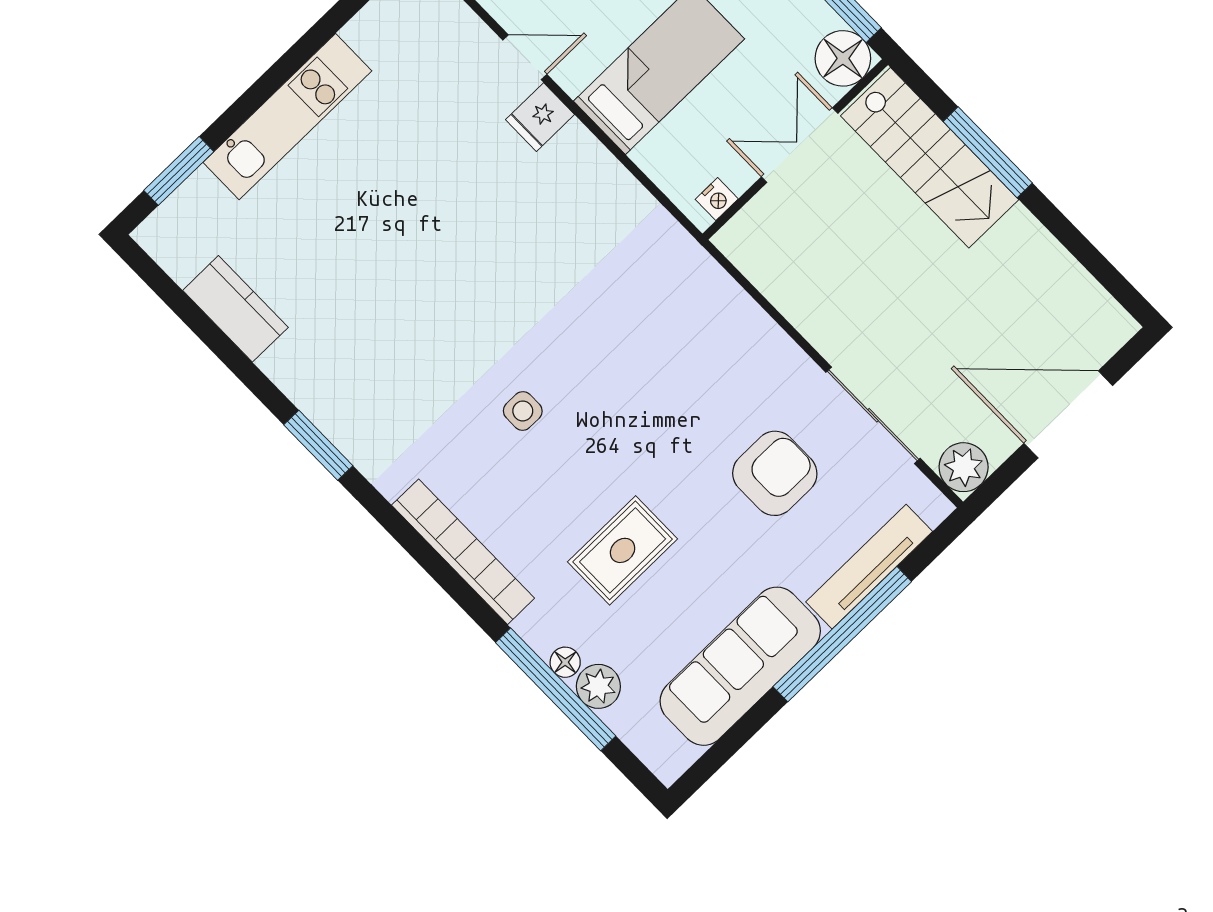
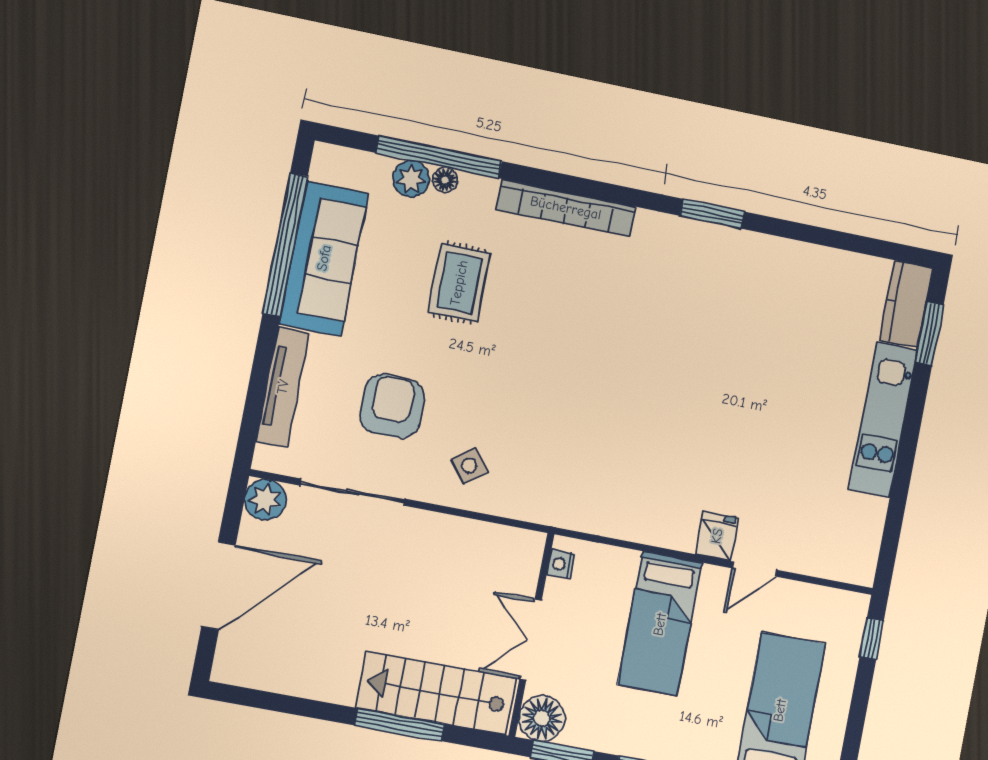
double door: (800, 145) -> (530, 640), swing flipped
kitchen counter: (235, 309) -> (906, 304), moved, turned 90
side table: (523, 411) -> (469, 466), moved, turned -38
armchair: (775, 473) -> (392, 406), turned 180
window: (842, 634) -> (285, 245), moved

